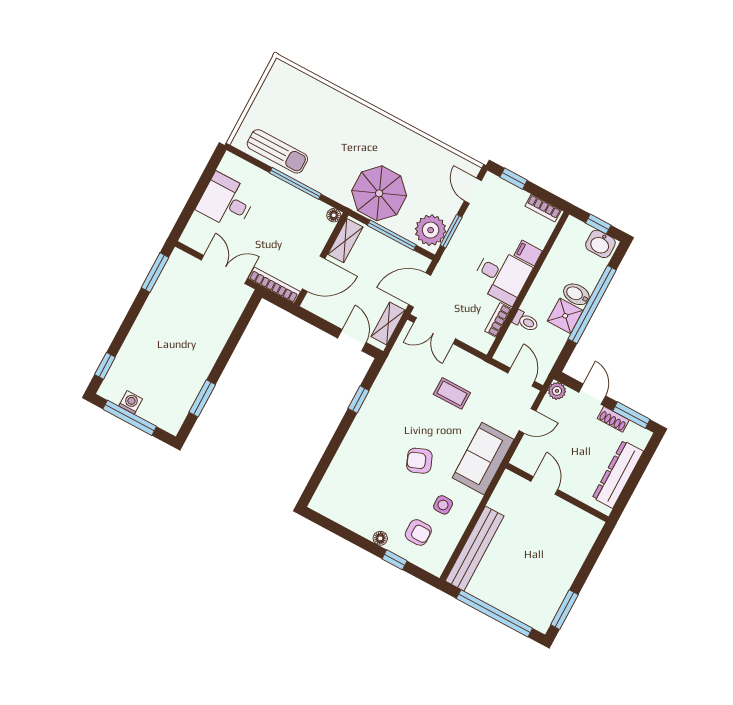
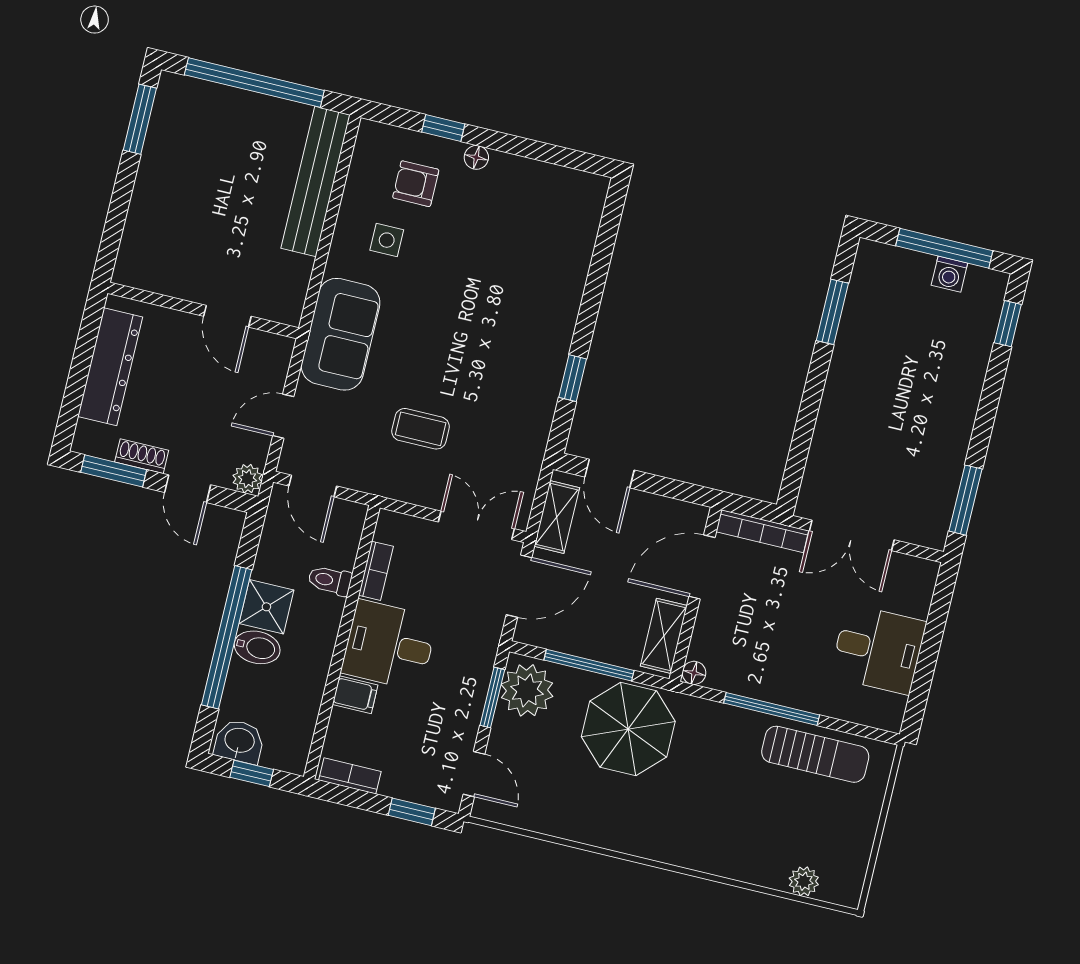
plant: (303, 81) -> (804, 881), added
sun lounger: (277, 151) -> (815, 754), turned 180
armchair: (419, 461) -> (445, 303), removed

